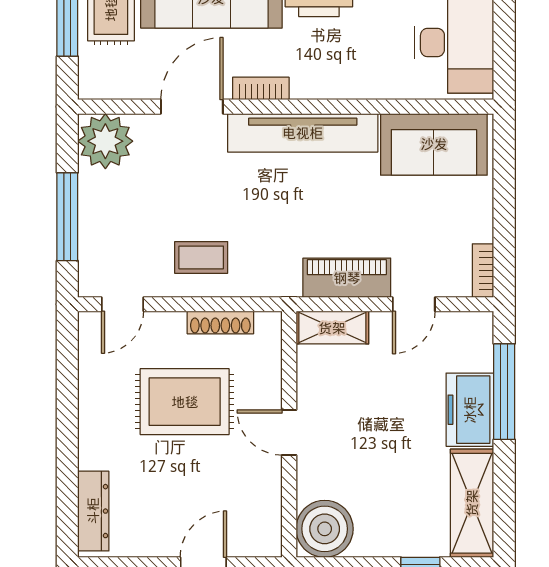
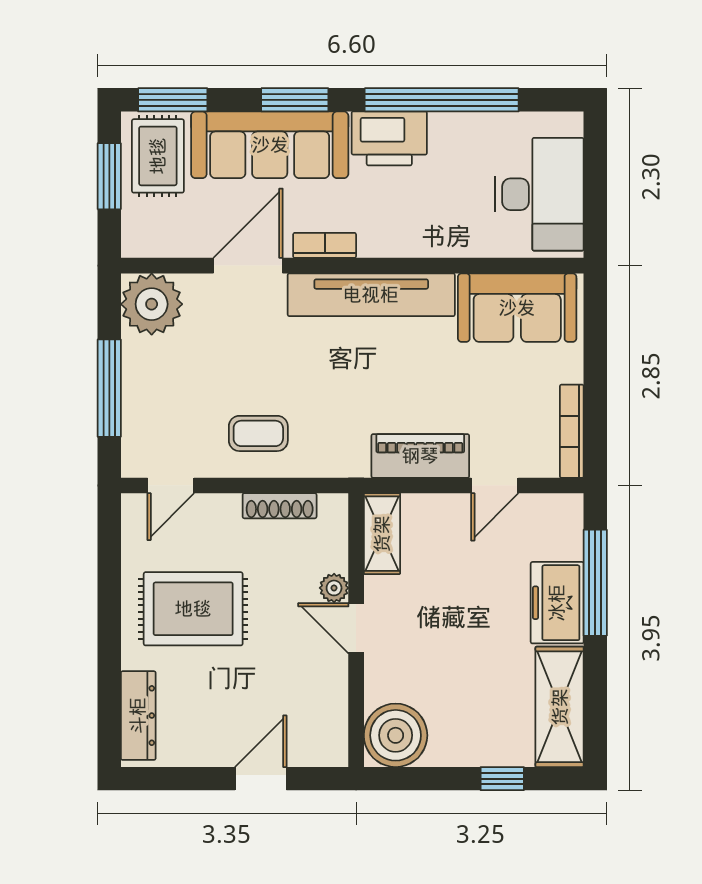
bookcase: (483, 271) -> (572, 431), width x1.56
shelving: (332, 328) -> (382, 534), moved, turned 90
plant: (269, 396) -> (334, 588), added
rug: (185, 402) -> (193, 609), moved

